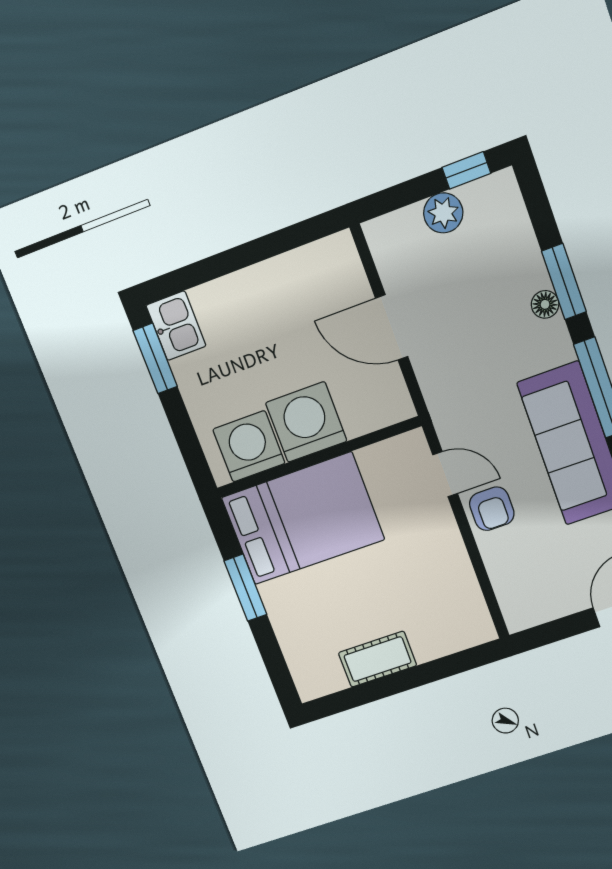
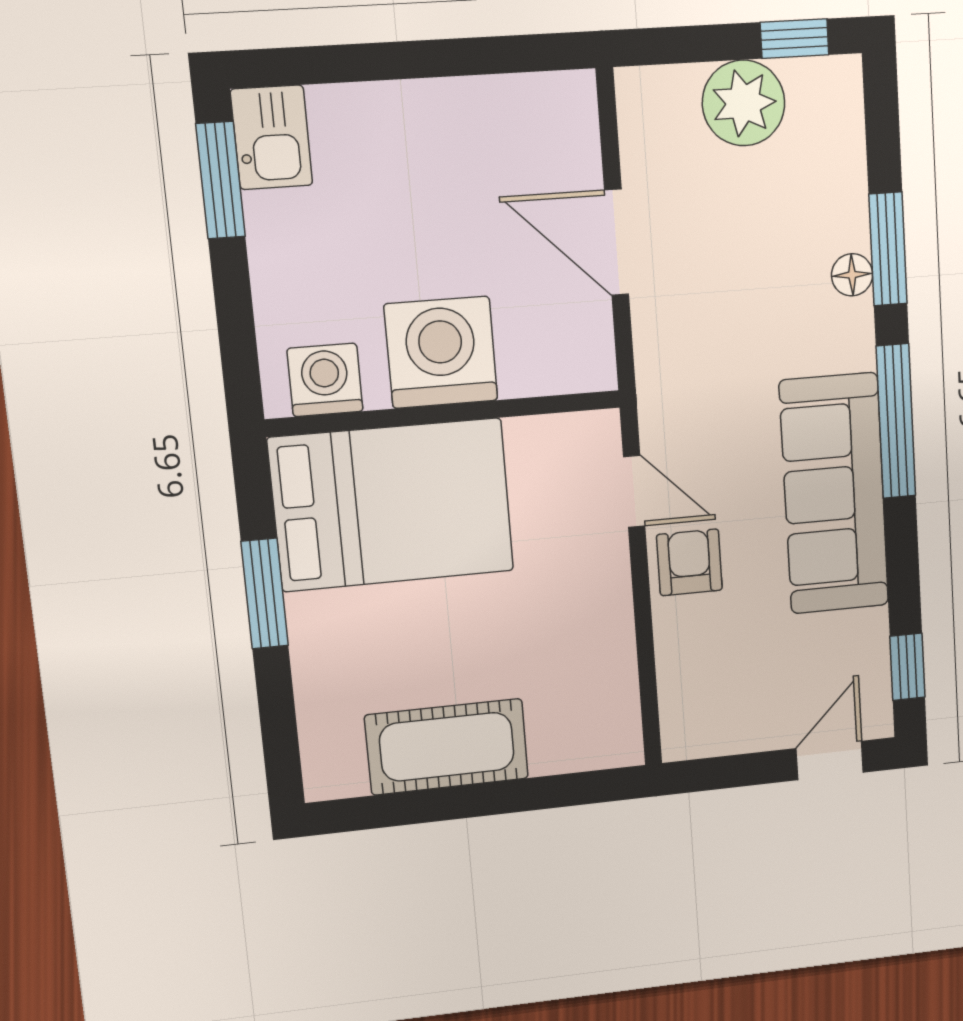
plant: (443, 213) -> (744, 103), width x1.36, depth x1.36
washing machine: (249, 446) -> (325, 380), width x0.73, depth x0.73
armchair: (492, 509) -> (689, 562), turned 180
cot: (377, 659) -> (447, 747), width x1.37, depth x1.34

